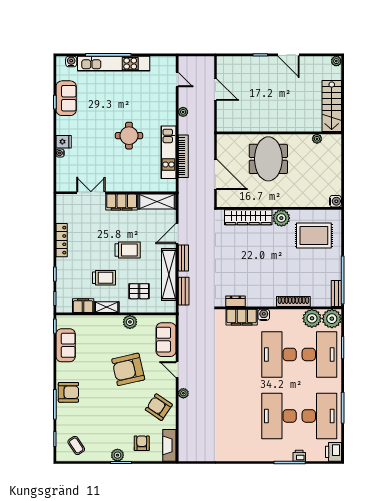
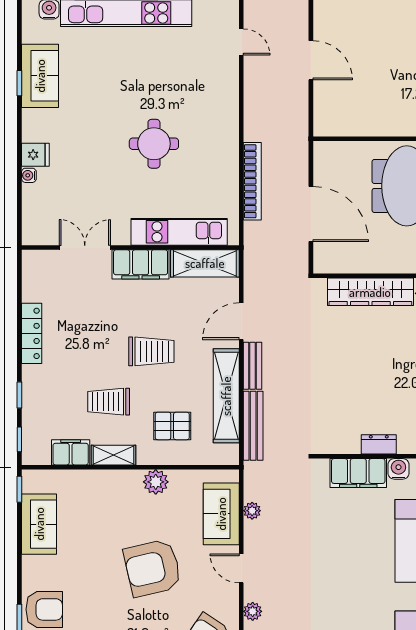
plant: (183, 112) -> (252, 511), moved
kitchen unit: (168, 152) -> (179, 232), moved, turned 90
trolley: (104, 278) -> (109, 402), turned 180
bench: (184, 291) -> (253, 426), width x1.36
dresser: (235, 301) -> (379, 444), moved

